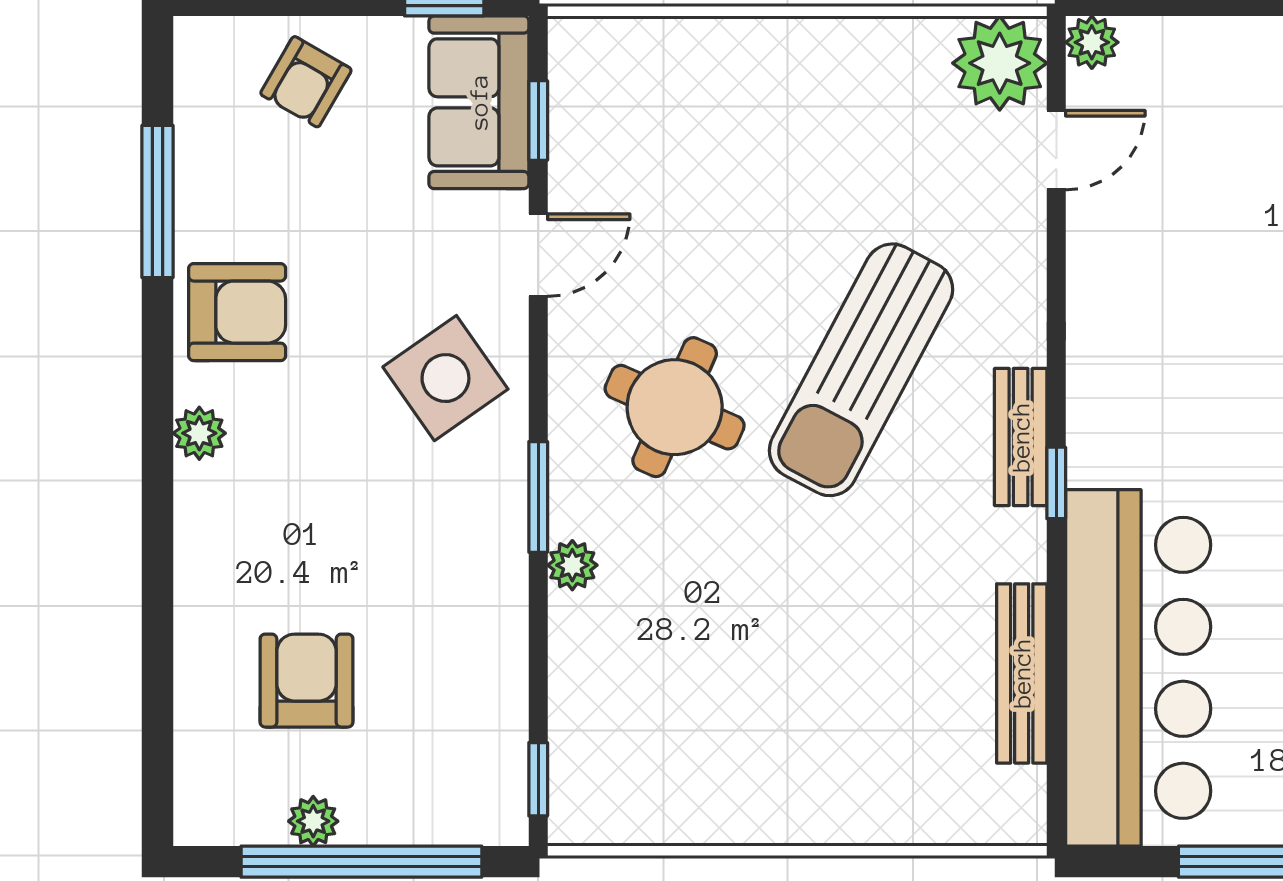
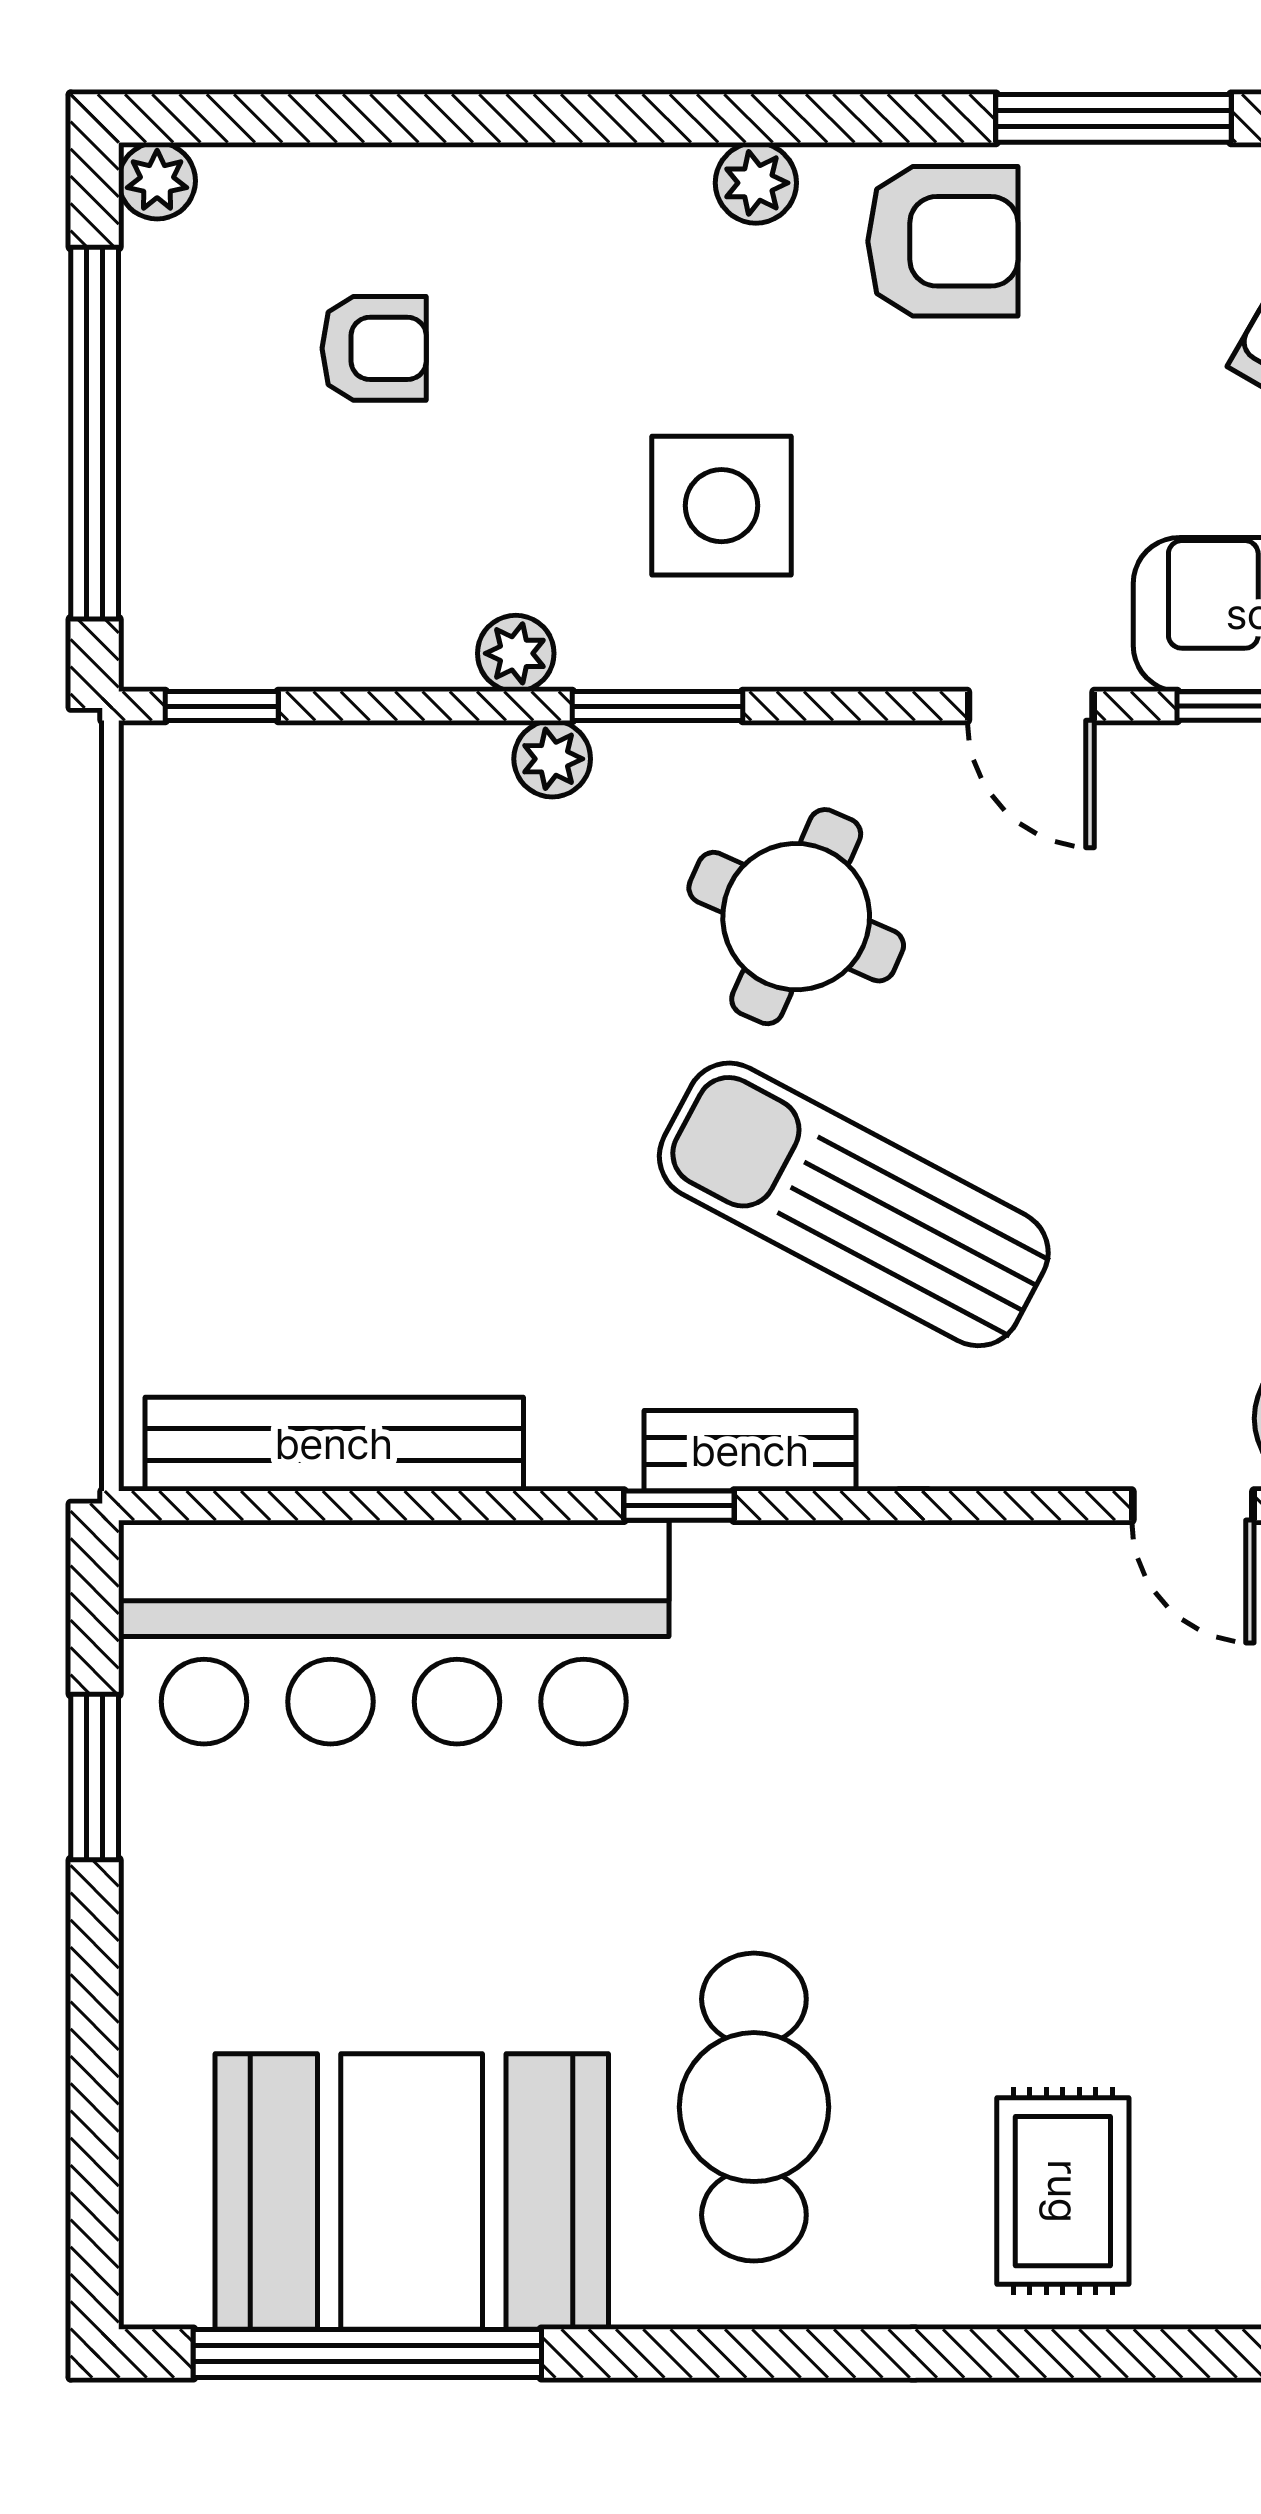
armchair: (237, 312) -> (943, 241), turned -90
side table: (445, 378) -> (721, 506), moved, turned 35
plant: (504, 589) -> (516, 653), added
bench: (1022, 673) -> (334, 1444), width x1.37, depth x1.21
armchair: (307, 681) -> (374, 348), width x0.72, depth x0.72
plant: (313, 821) -> (157, 181), moved

